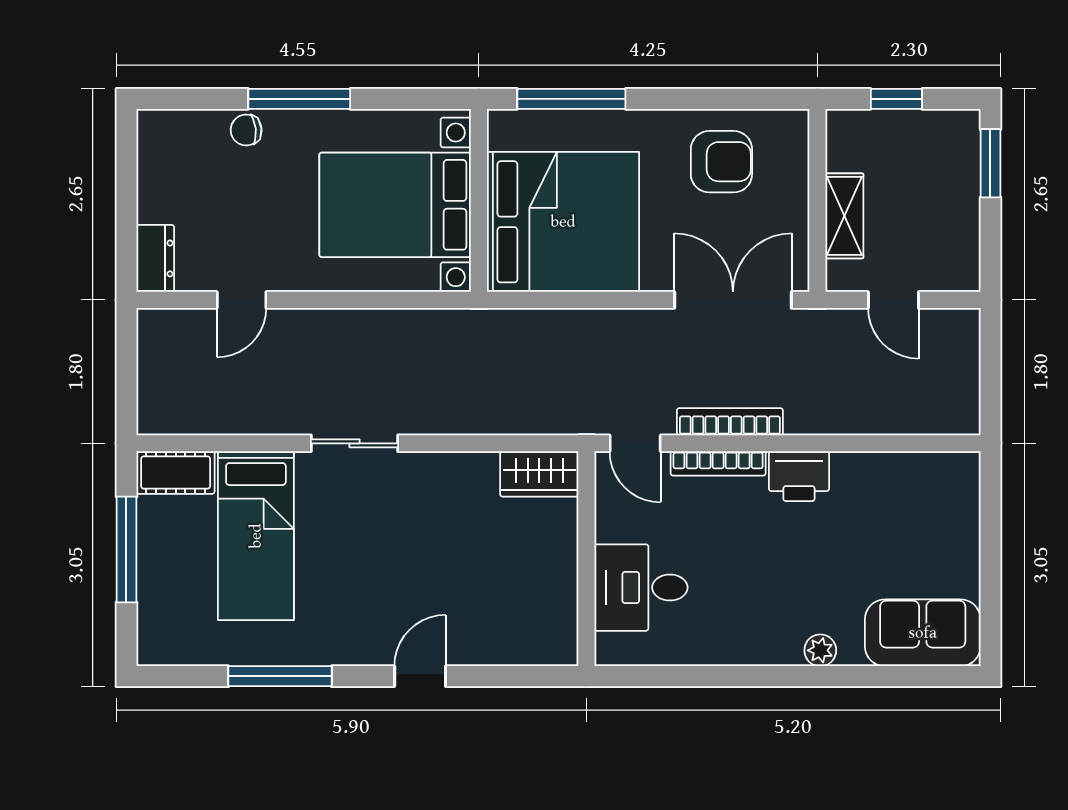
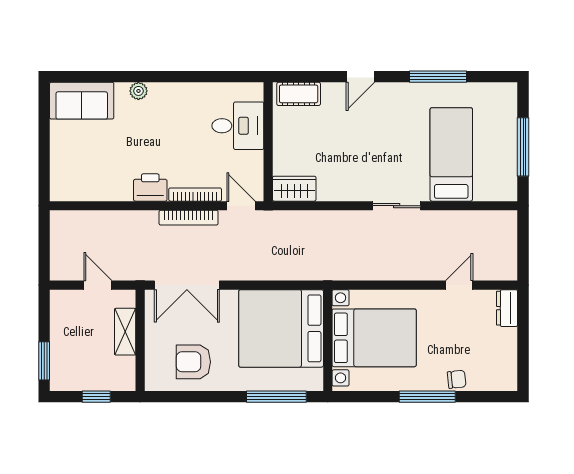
cot: (176, 473) -> (299, 94), moved

